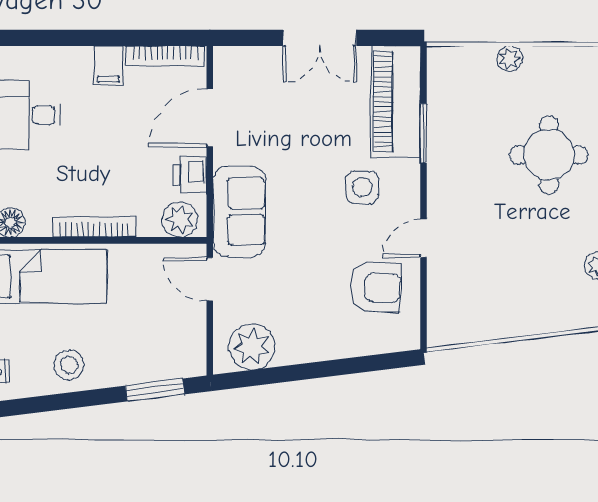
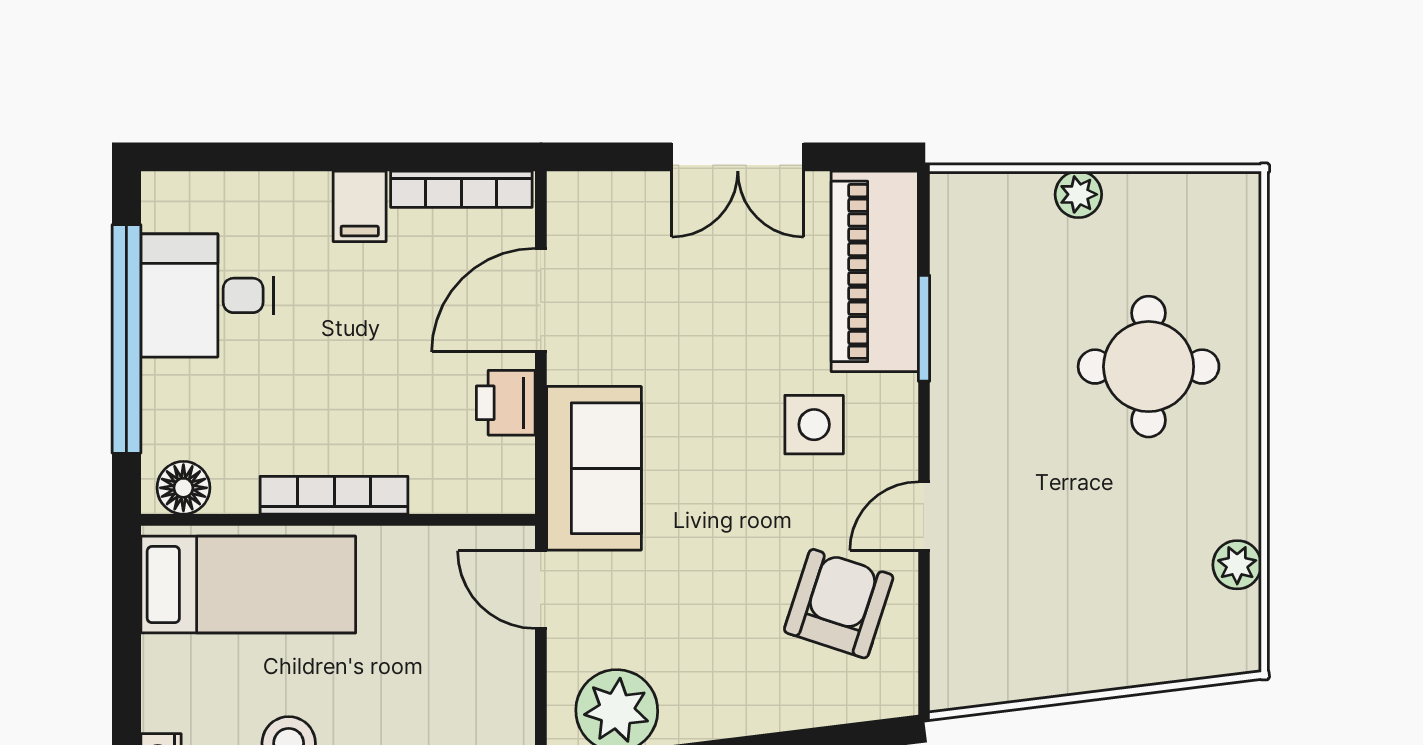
plant: (180, 220) -> (487, 483), removed
armchair: (376, 287) -> (839, 604), turned -75

